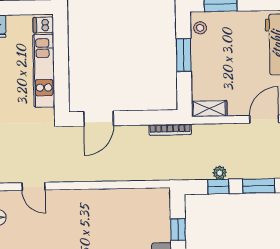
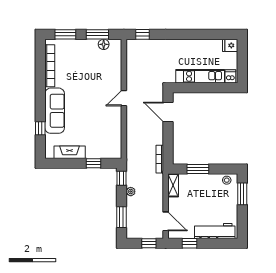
window: (184, 55) -> (198, 169), moved
door: (33, 186) -> (124, 98), moved
window: (218, 187) -> (122, 178), moved

